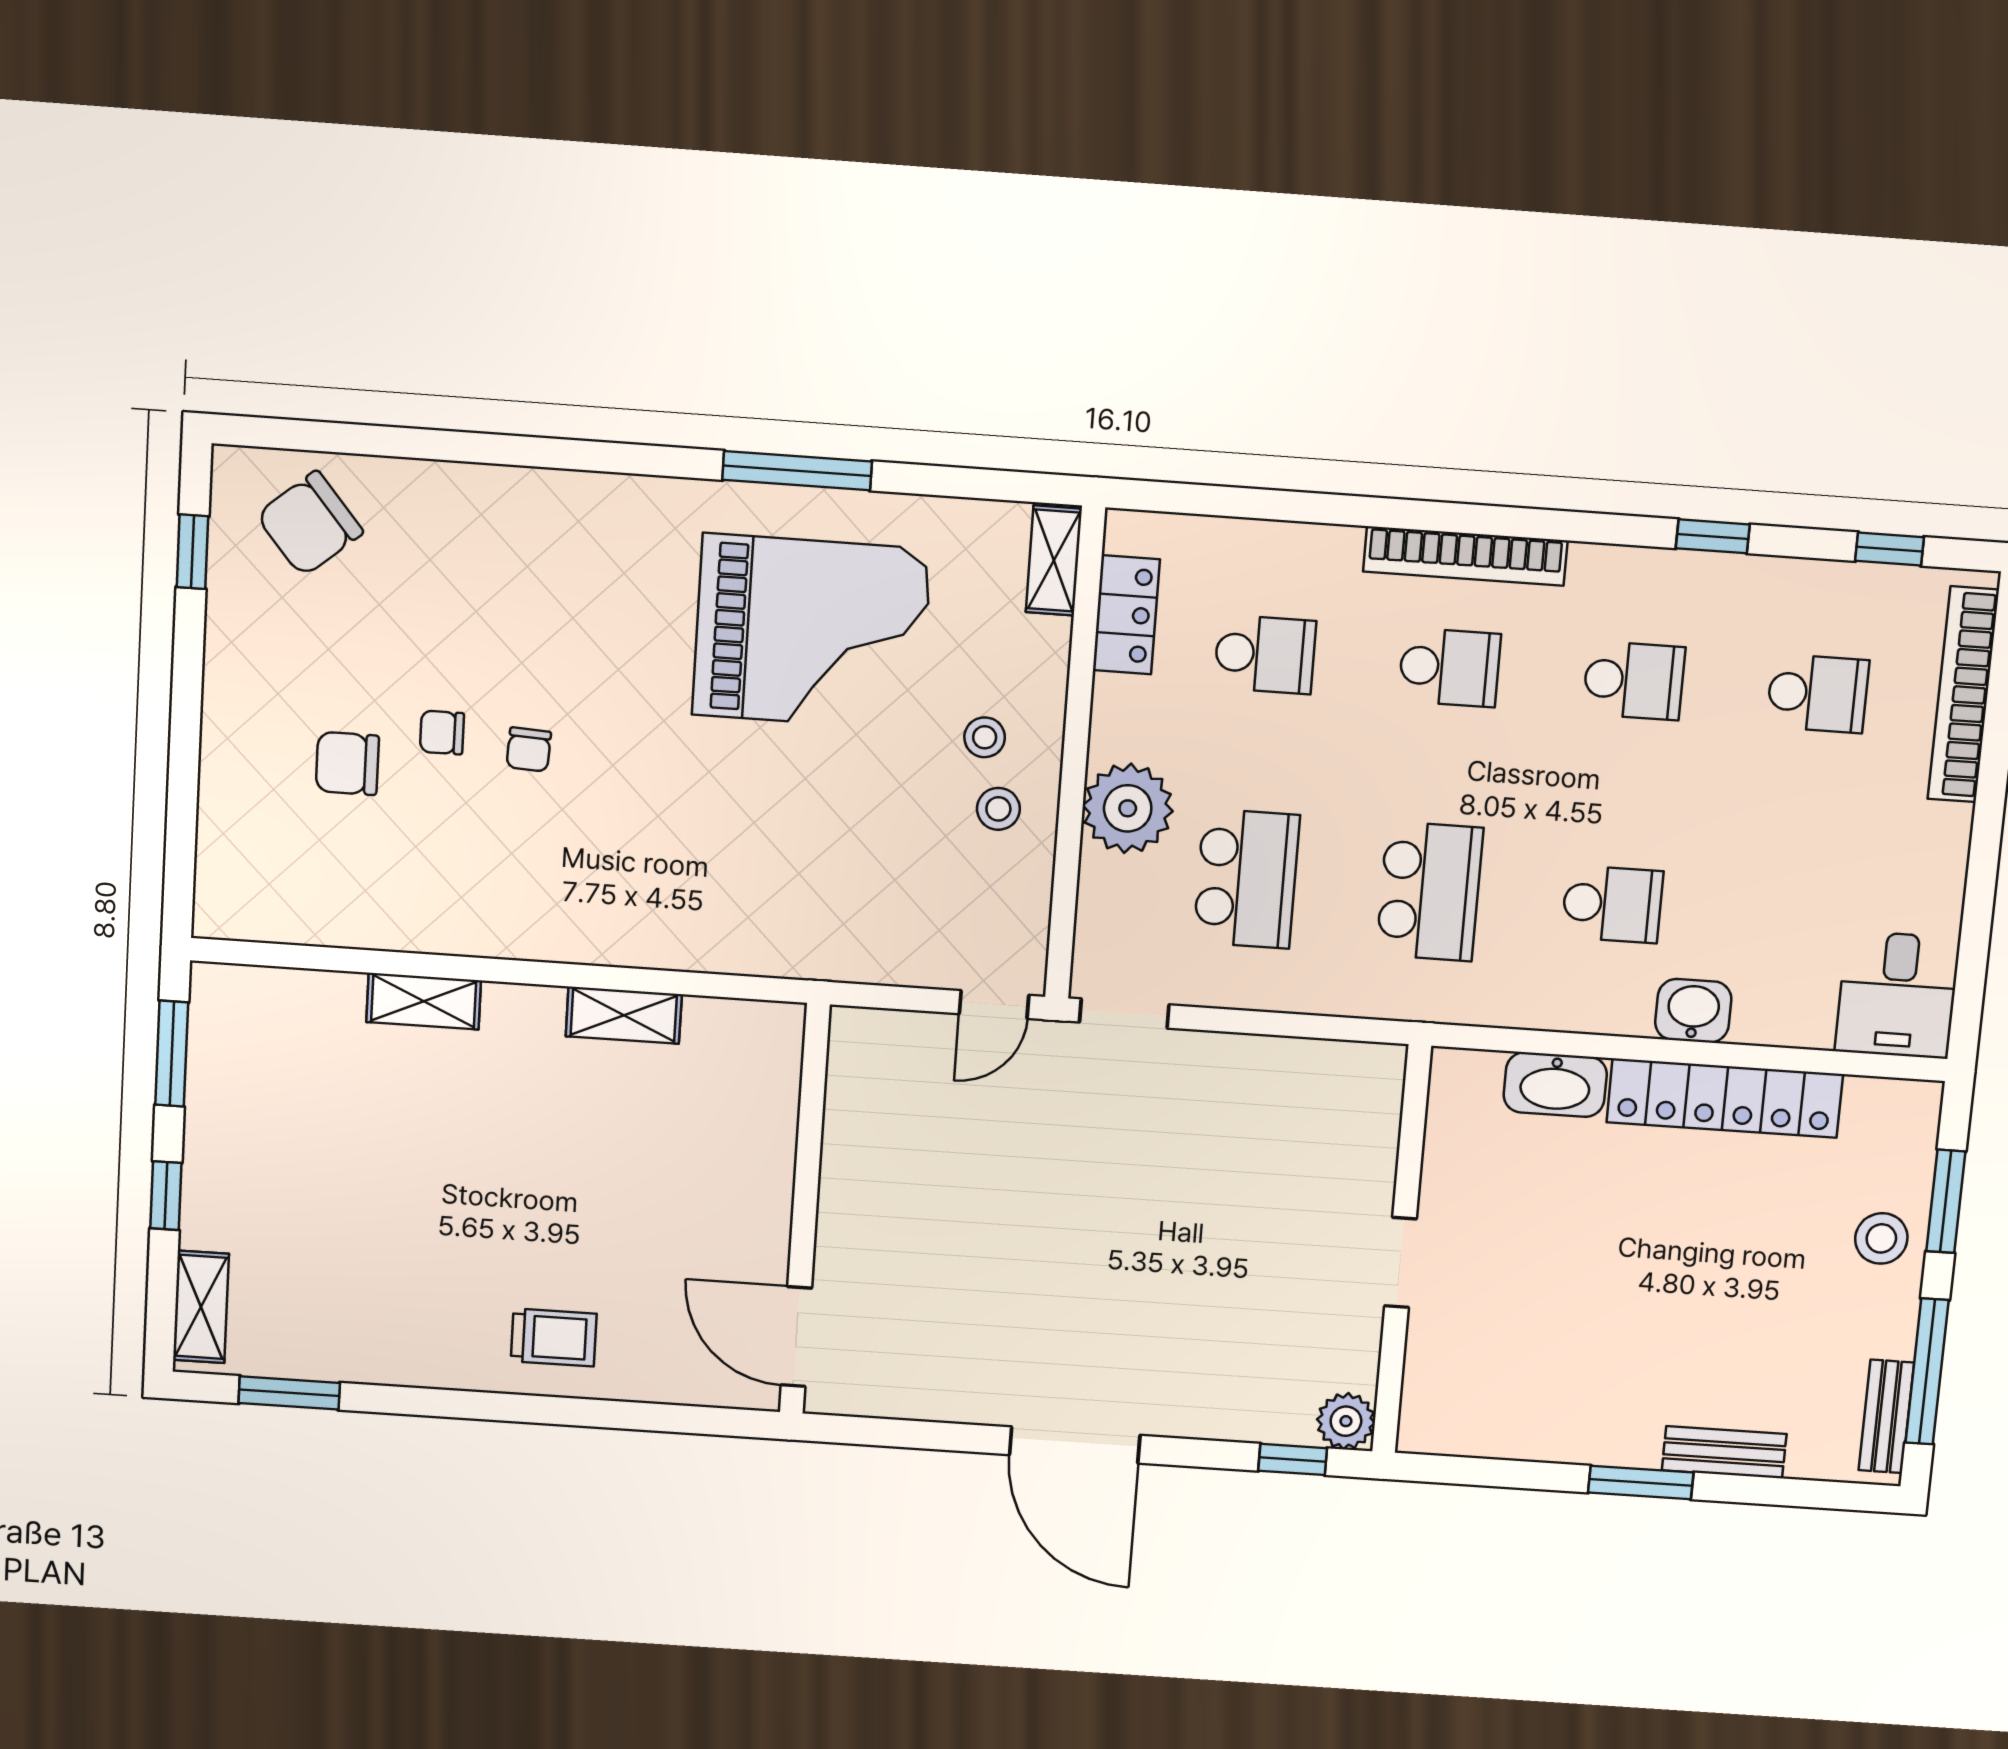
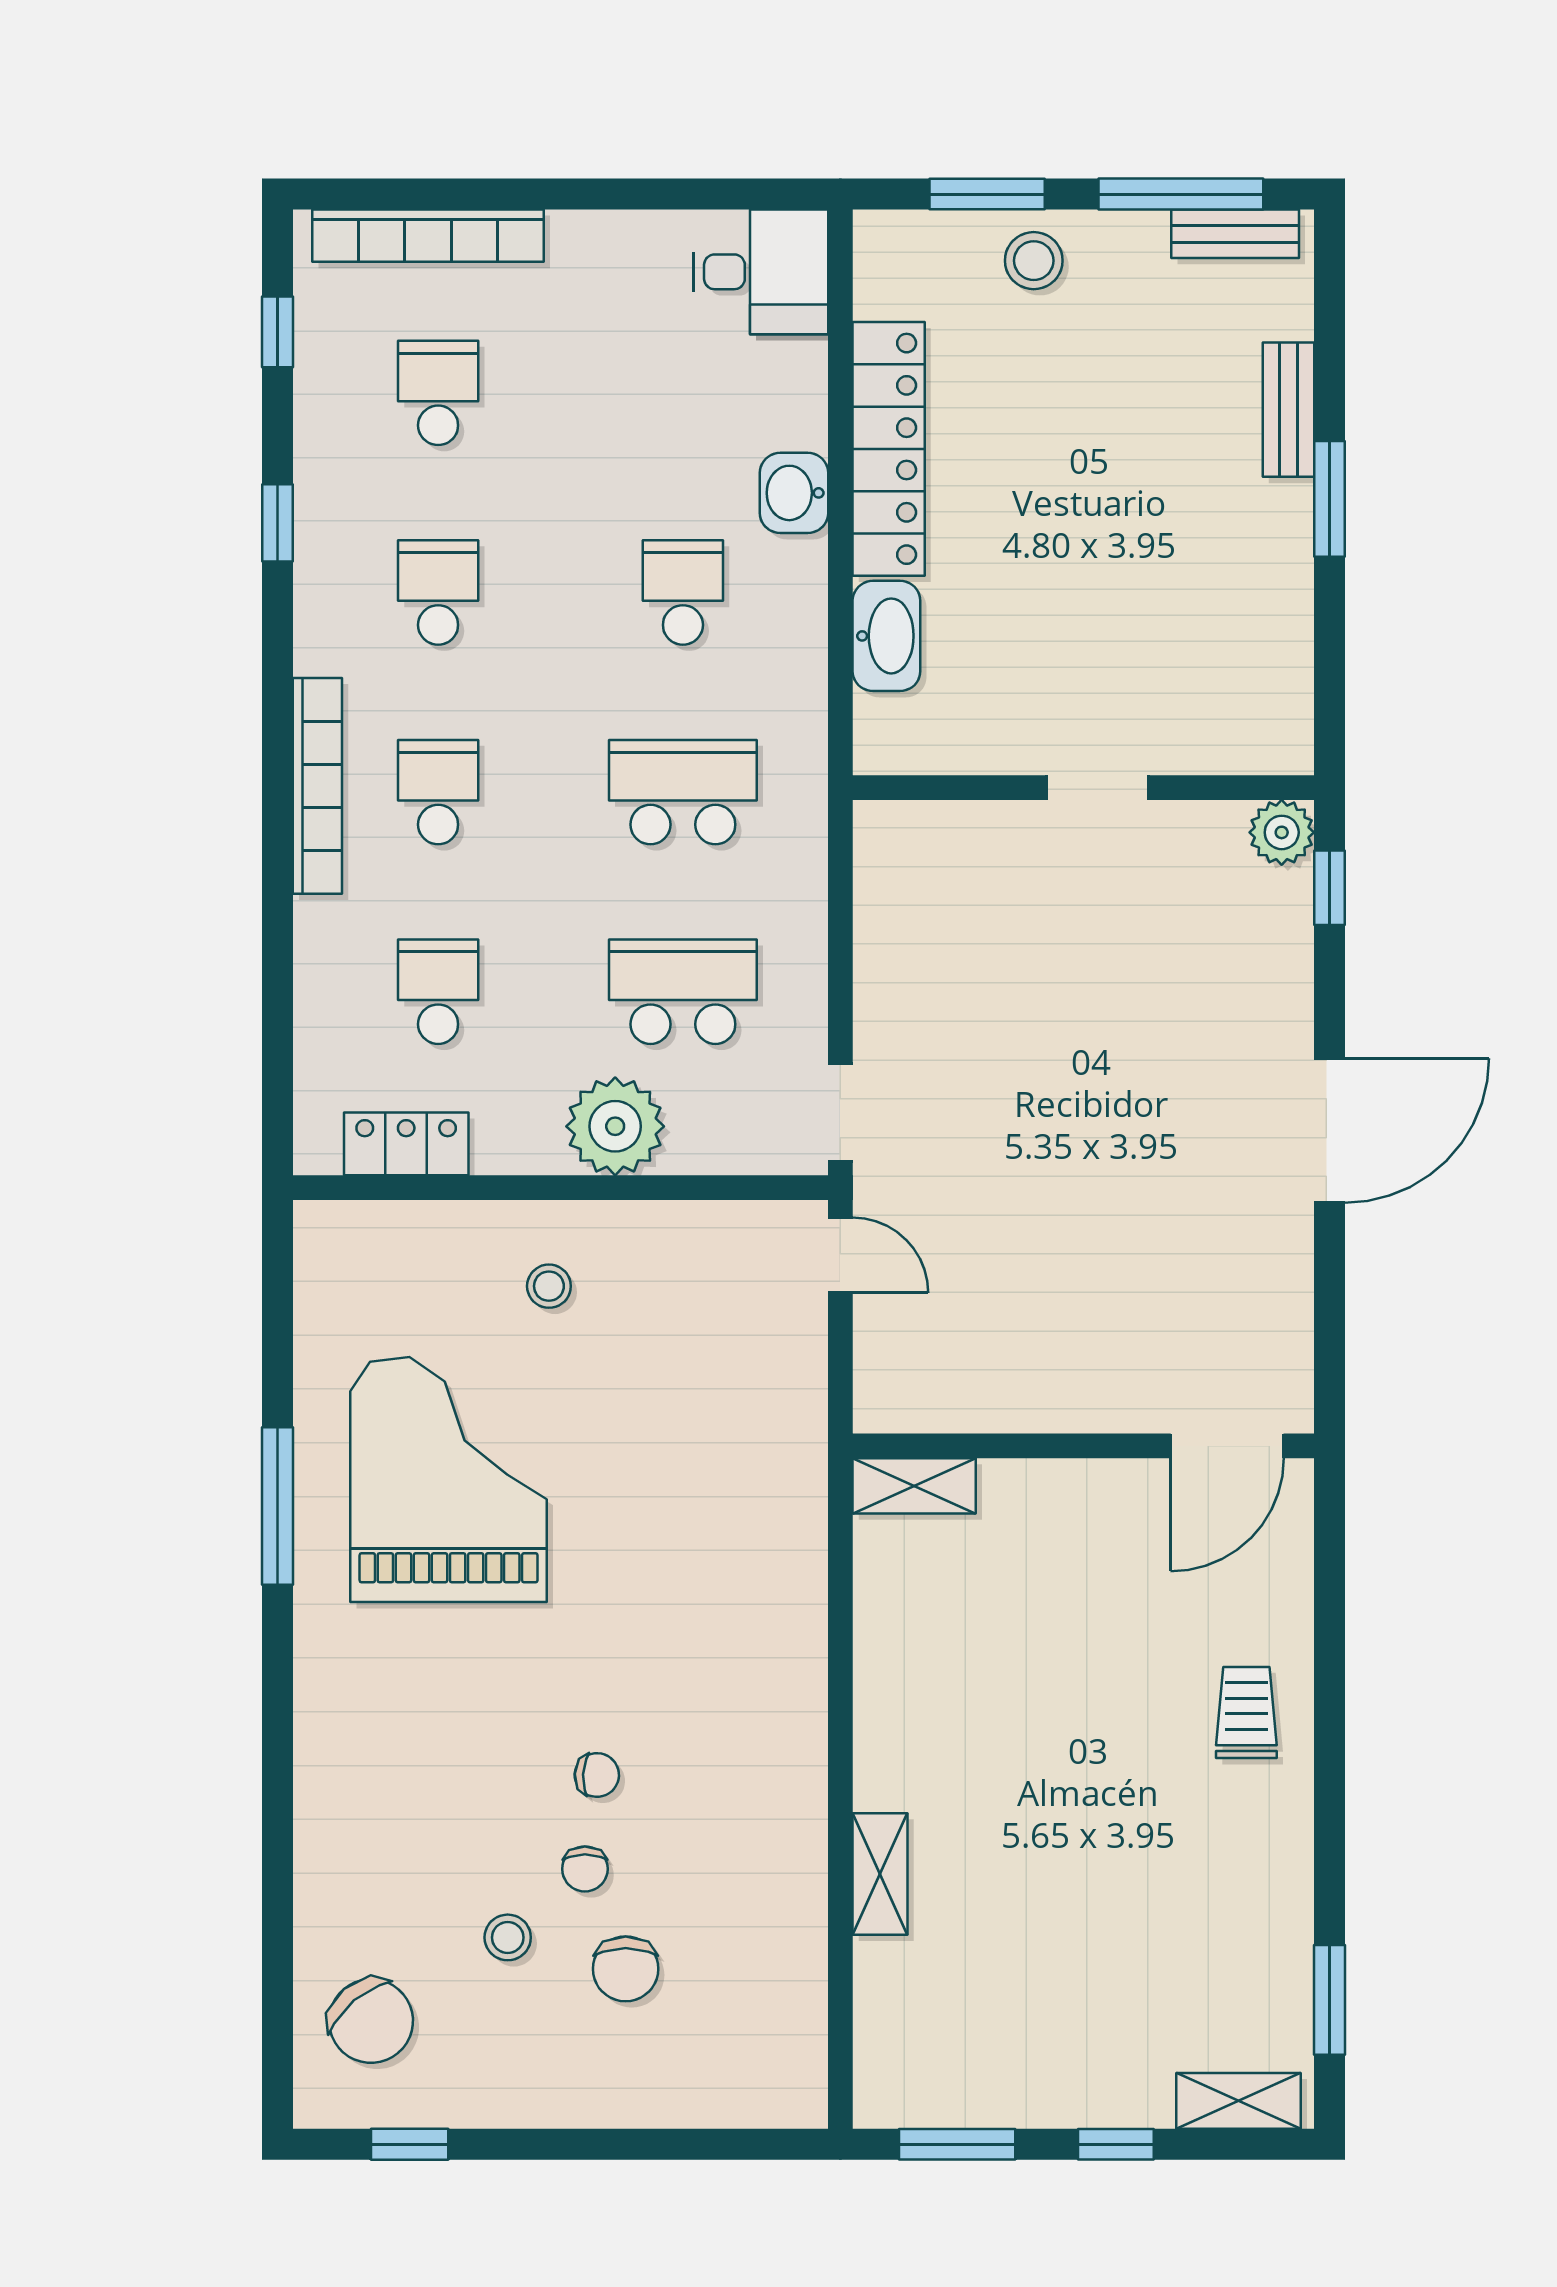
shelving: (1054, 560) -> (354, 1226), removed
stool: (998, 809) -> (508, 1937), moved
shelving: (624, 1015) -> (914, 1486), moved, turned 90

